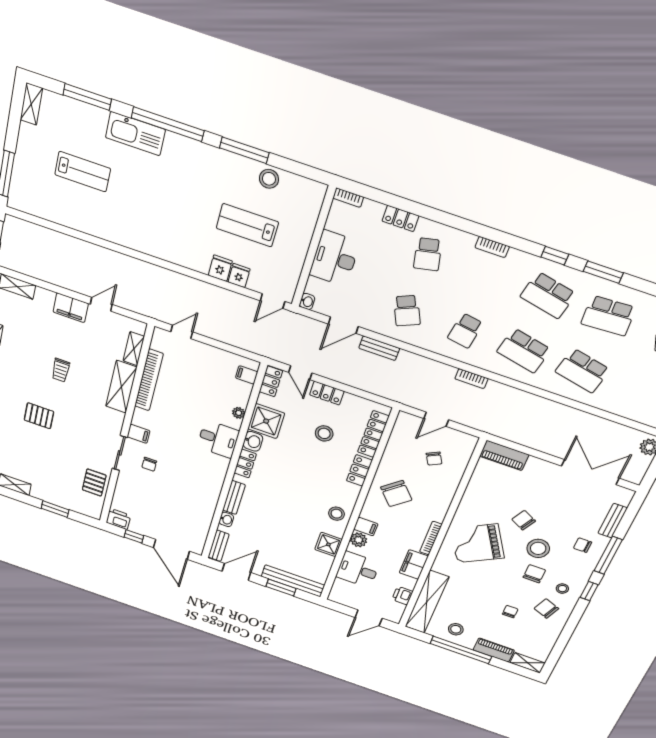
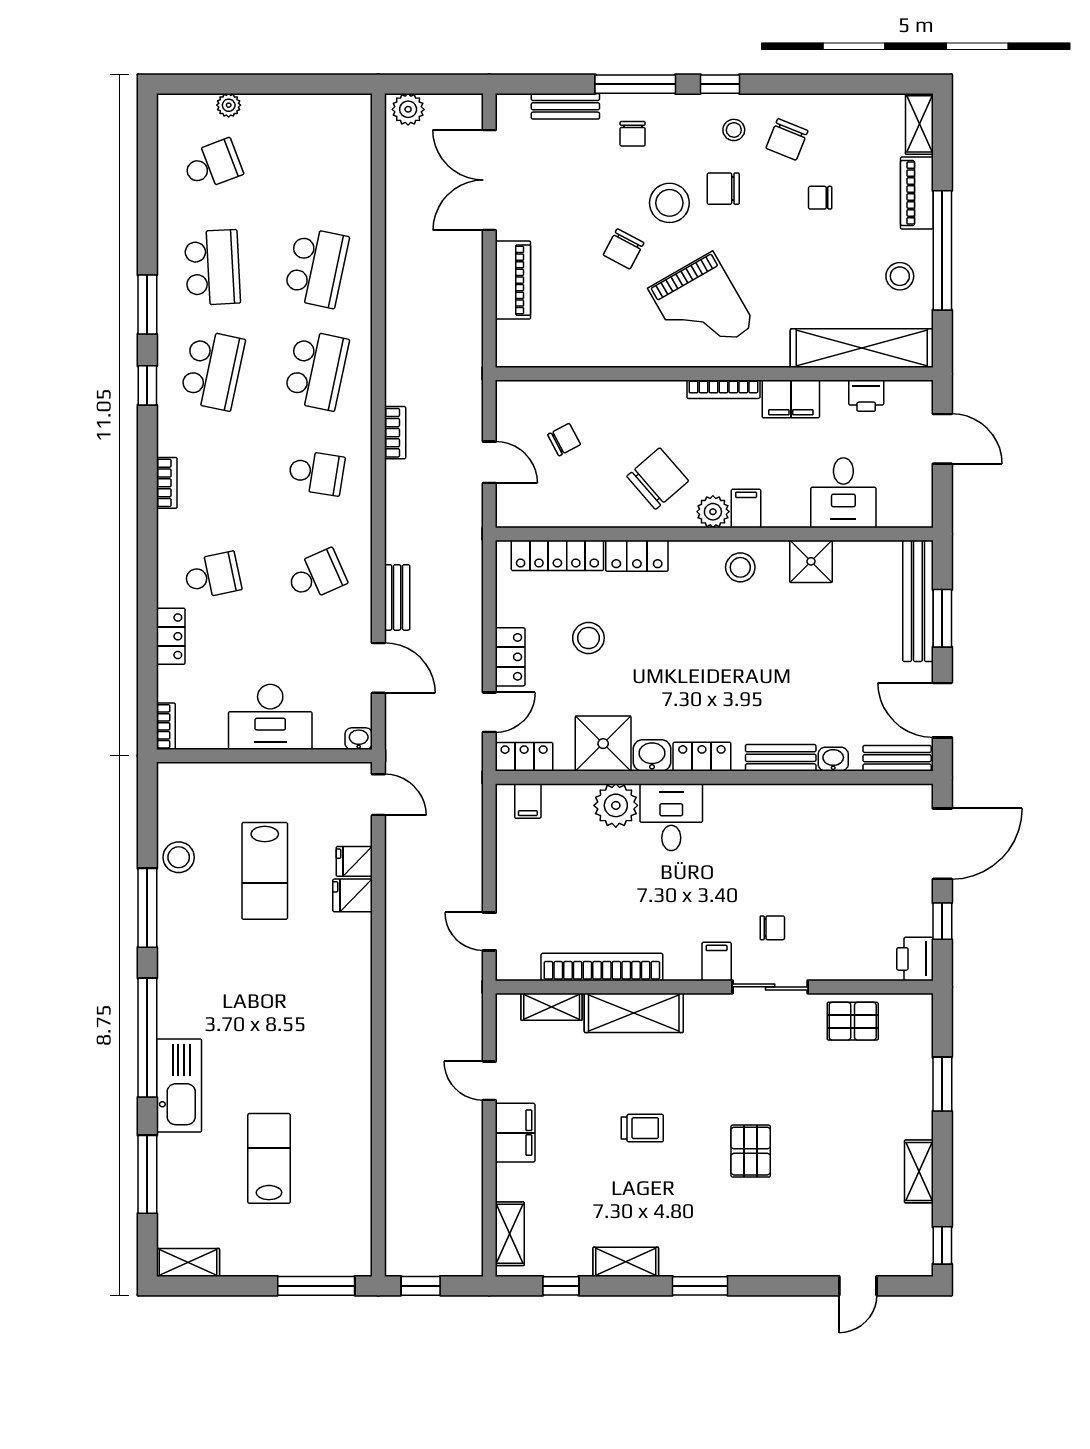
plant: (239, 413) -> (616, 805), width x1.88, depth x1.88
piano: (504, 455) -> (513, 280), moved
plant: (359, 540) -> (713, 512), moved

